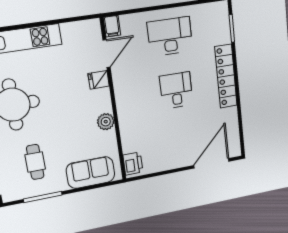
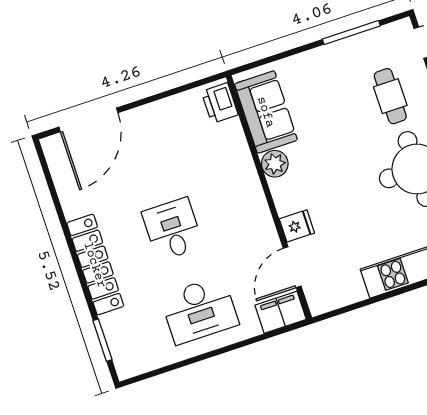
filing cabinet: (112, 26) -> (281, 312), width x2.00
desk: (176, 90) -> (173, 229), turned 180
cafe table: (35, 162) -> (390, 96), moved
sofa: (91, 173) -> (266, 112), moved, turned -90

